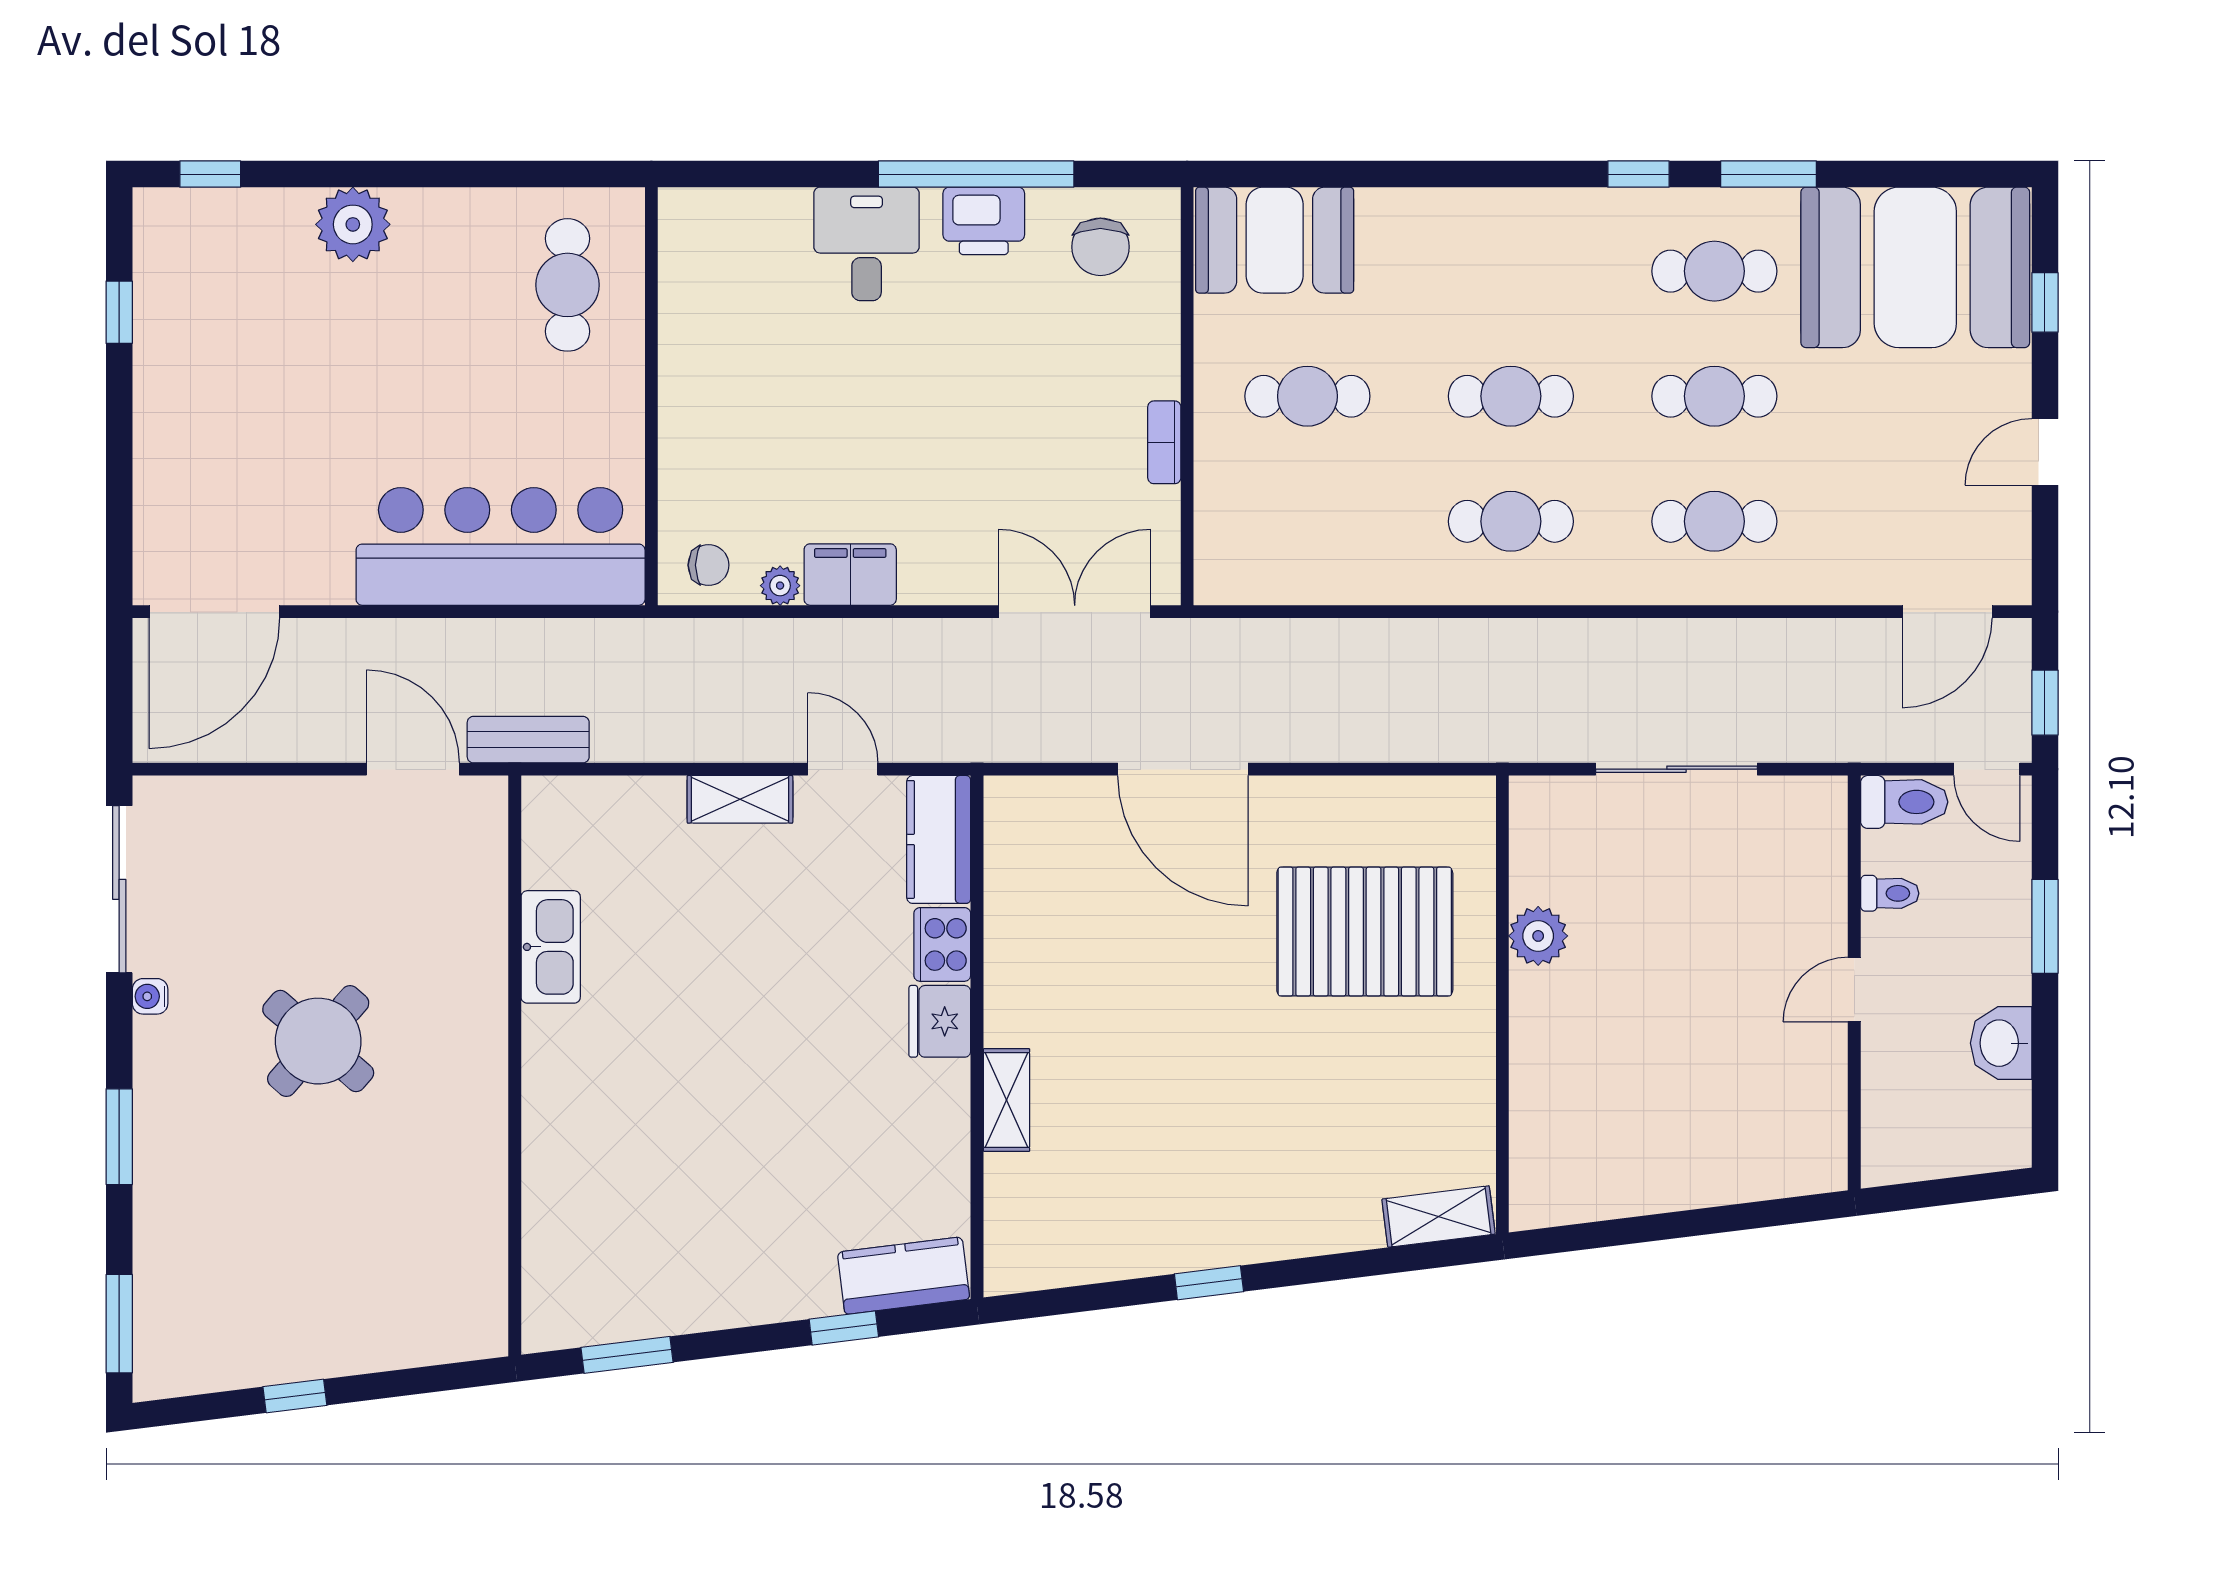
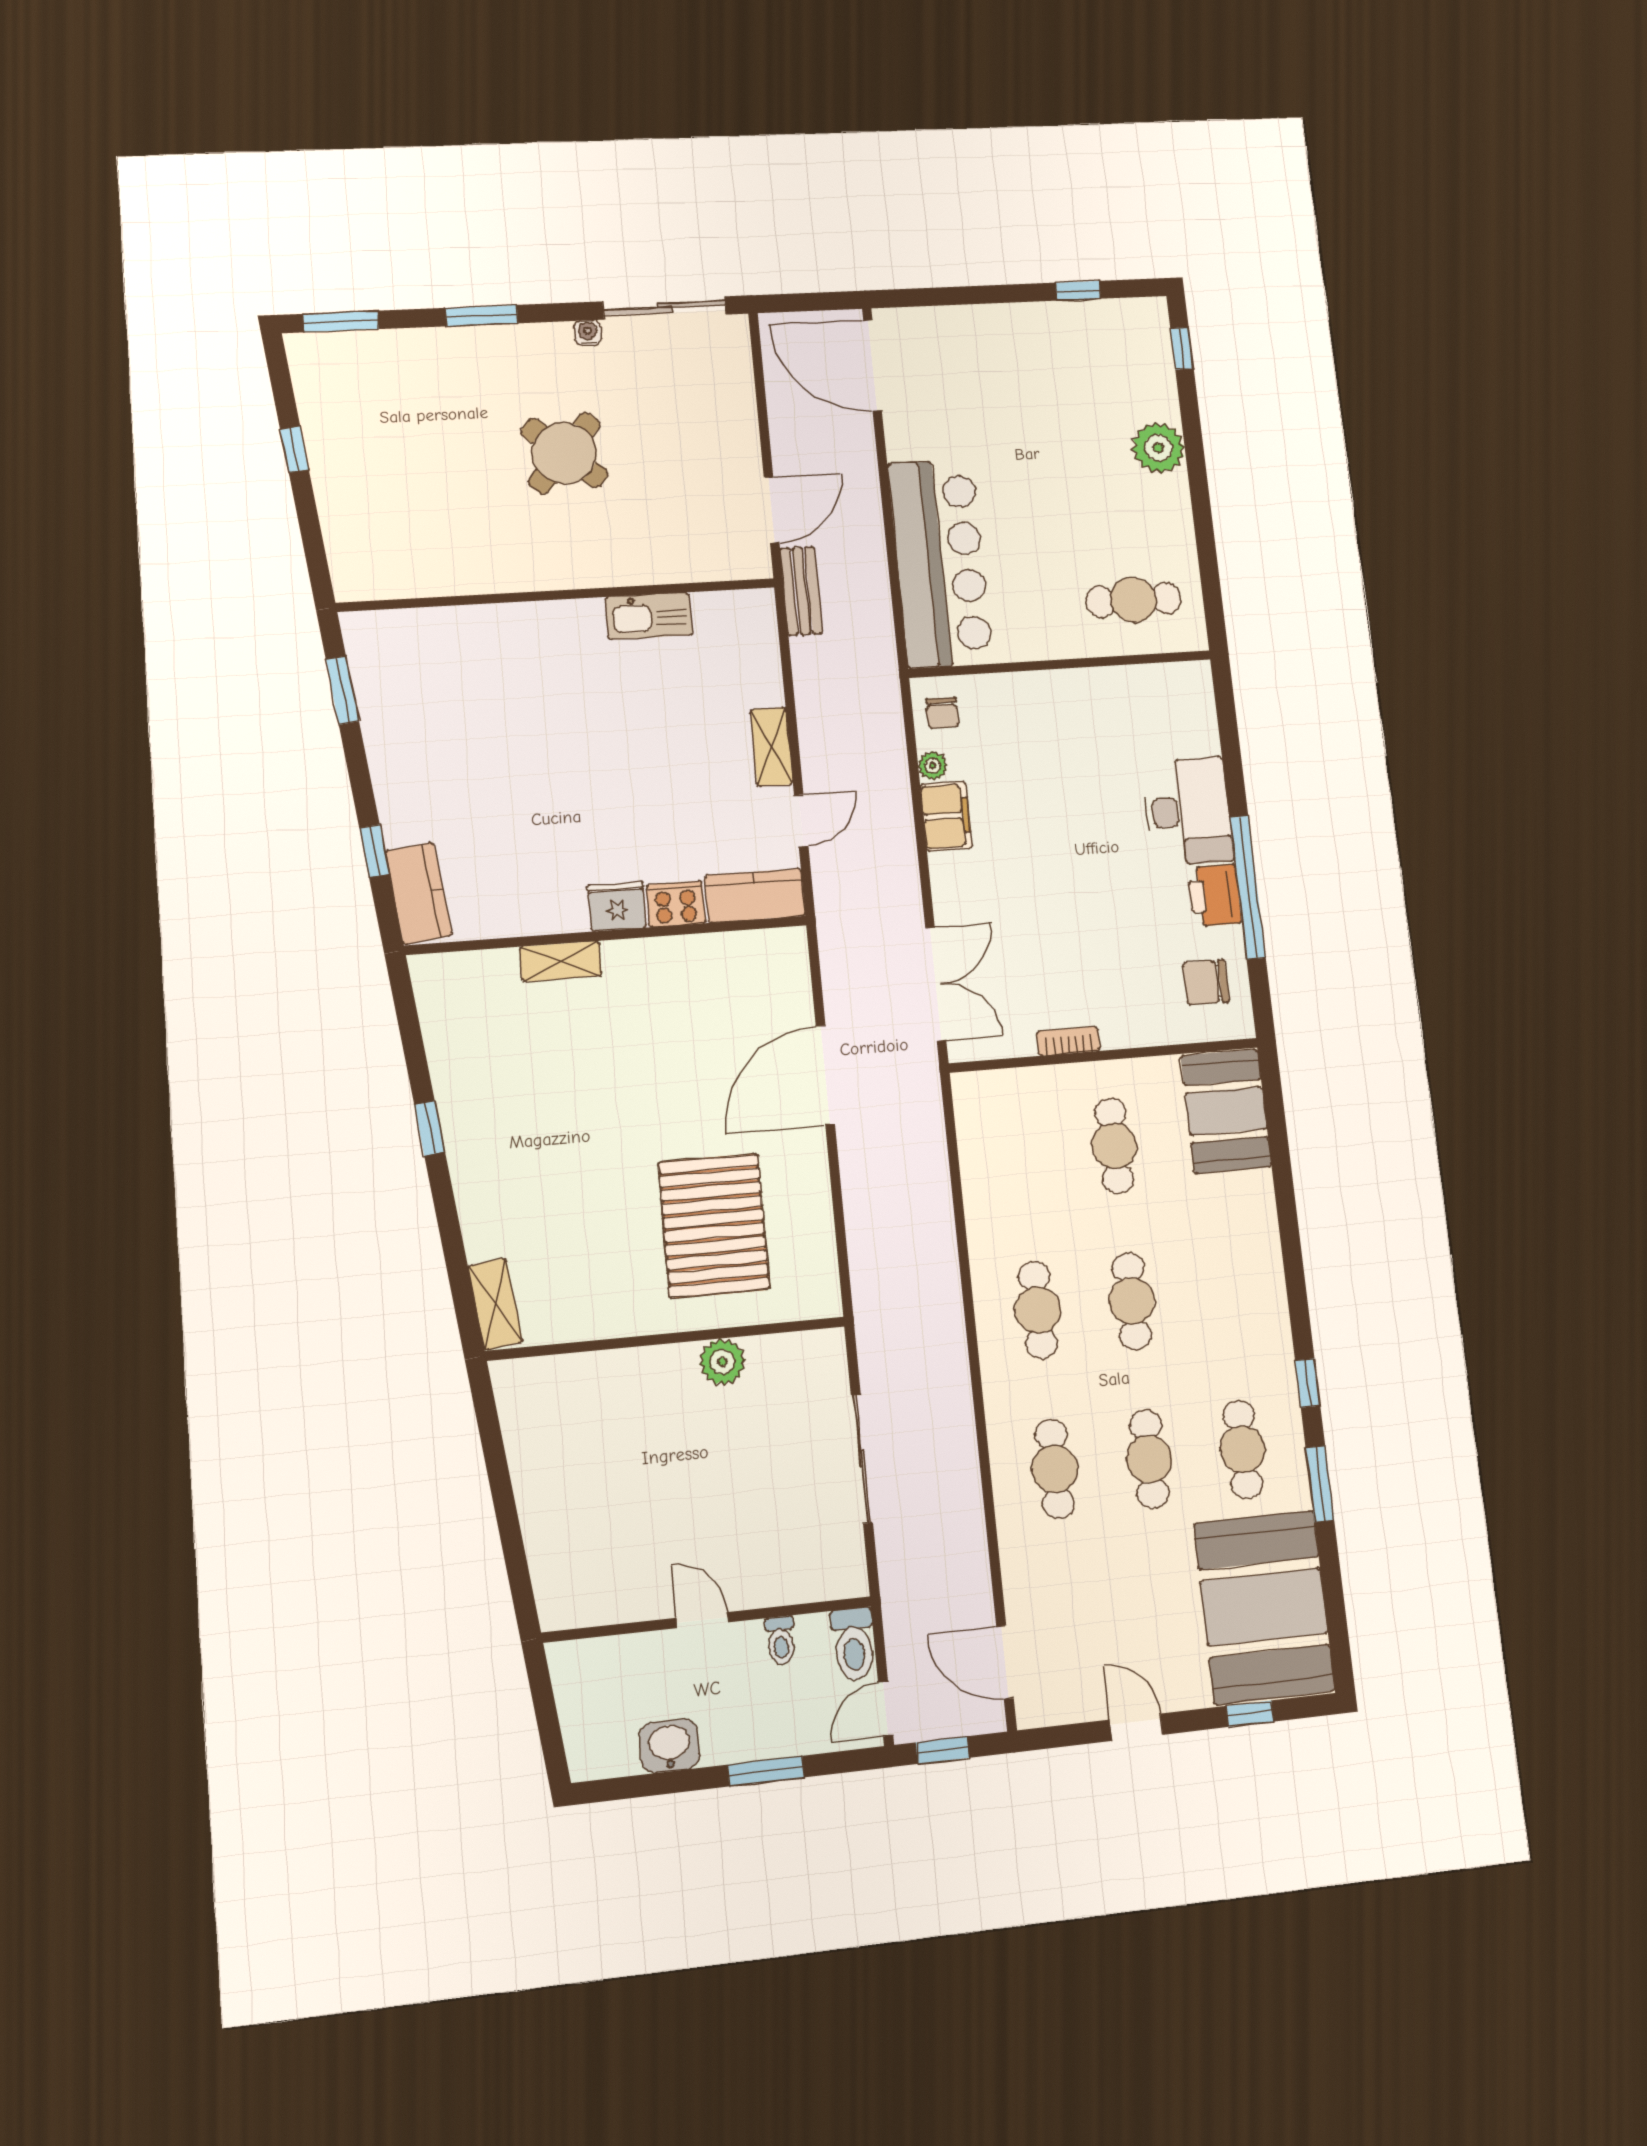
desk: (867, 244) -> (1188, 811), width x1.37

